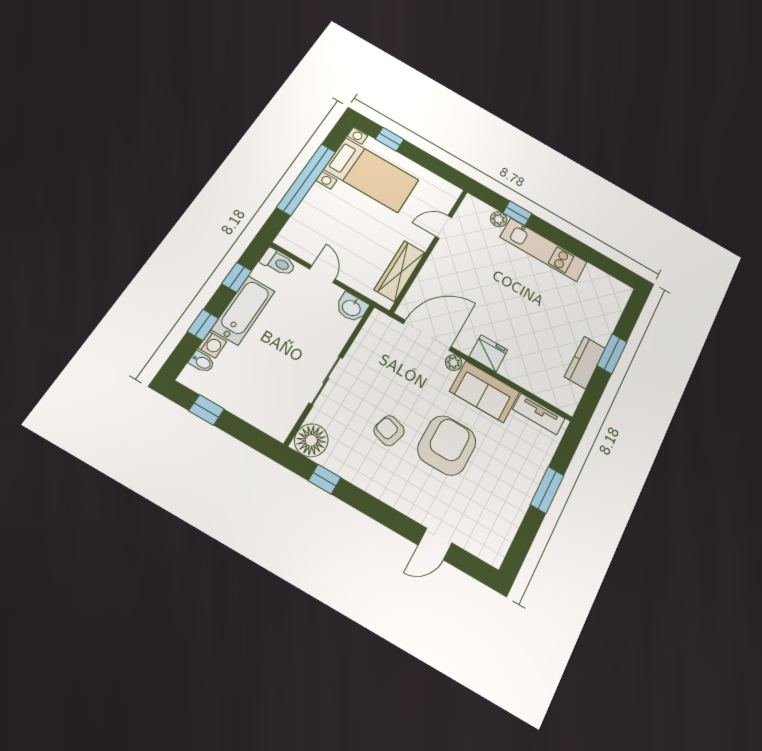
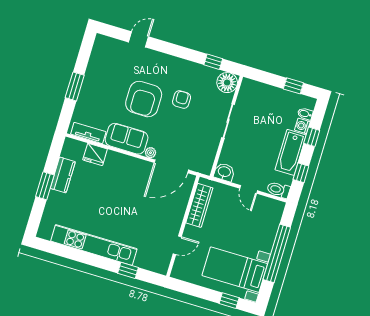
plant: (499, 219) -> (140, 262), removed
kitchen unit: (543, 250) -> (94, 245), width x1.36
fridge: (488, 353) -> (95, 154), moved
armchair: (389, 431) -> (182, 100), turned -107

